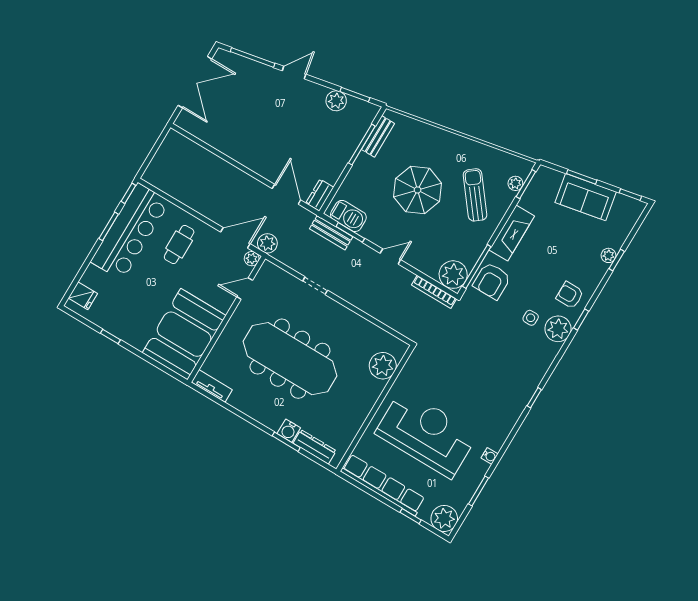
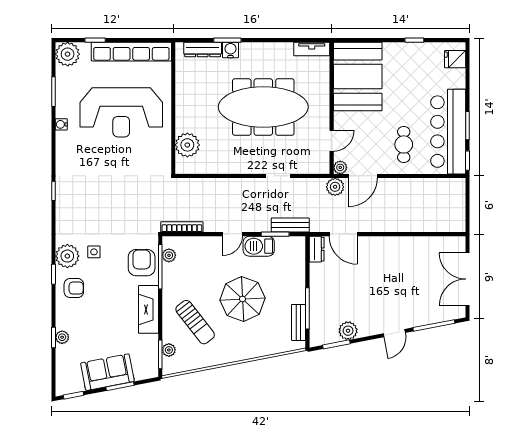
barbecue: (348, 216) -> (259, 246), moved
plant: (453, 275) -> (169, 255), width x0.53, depth x0.53

